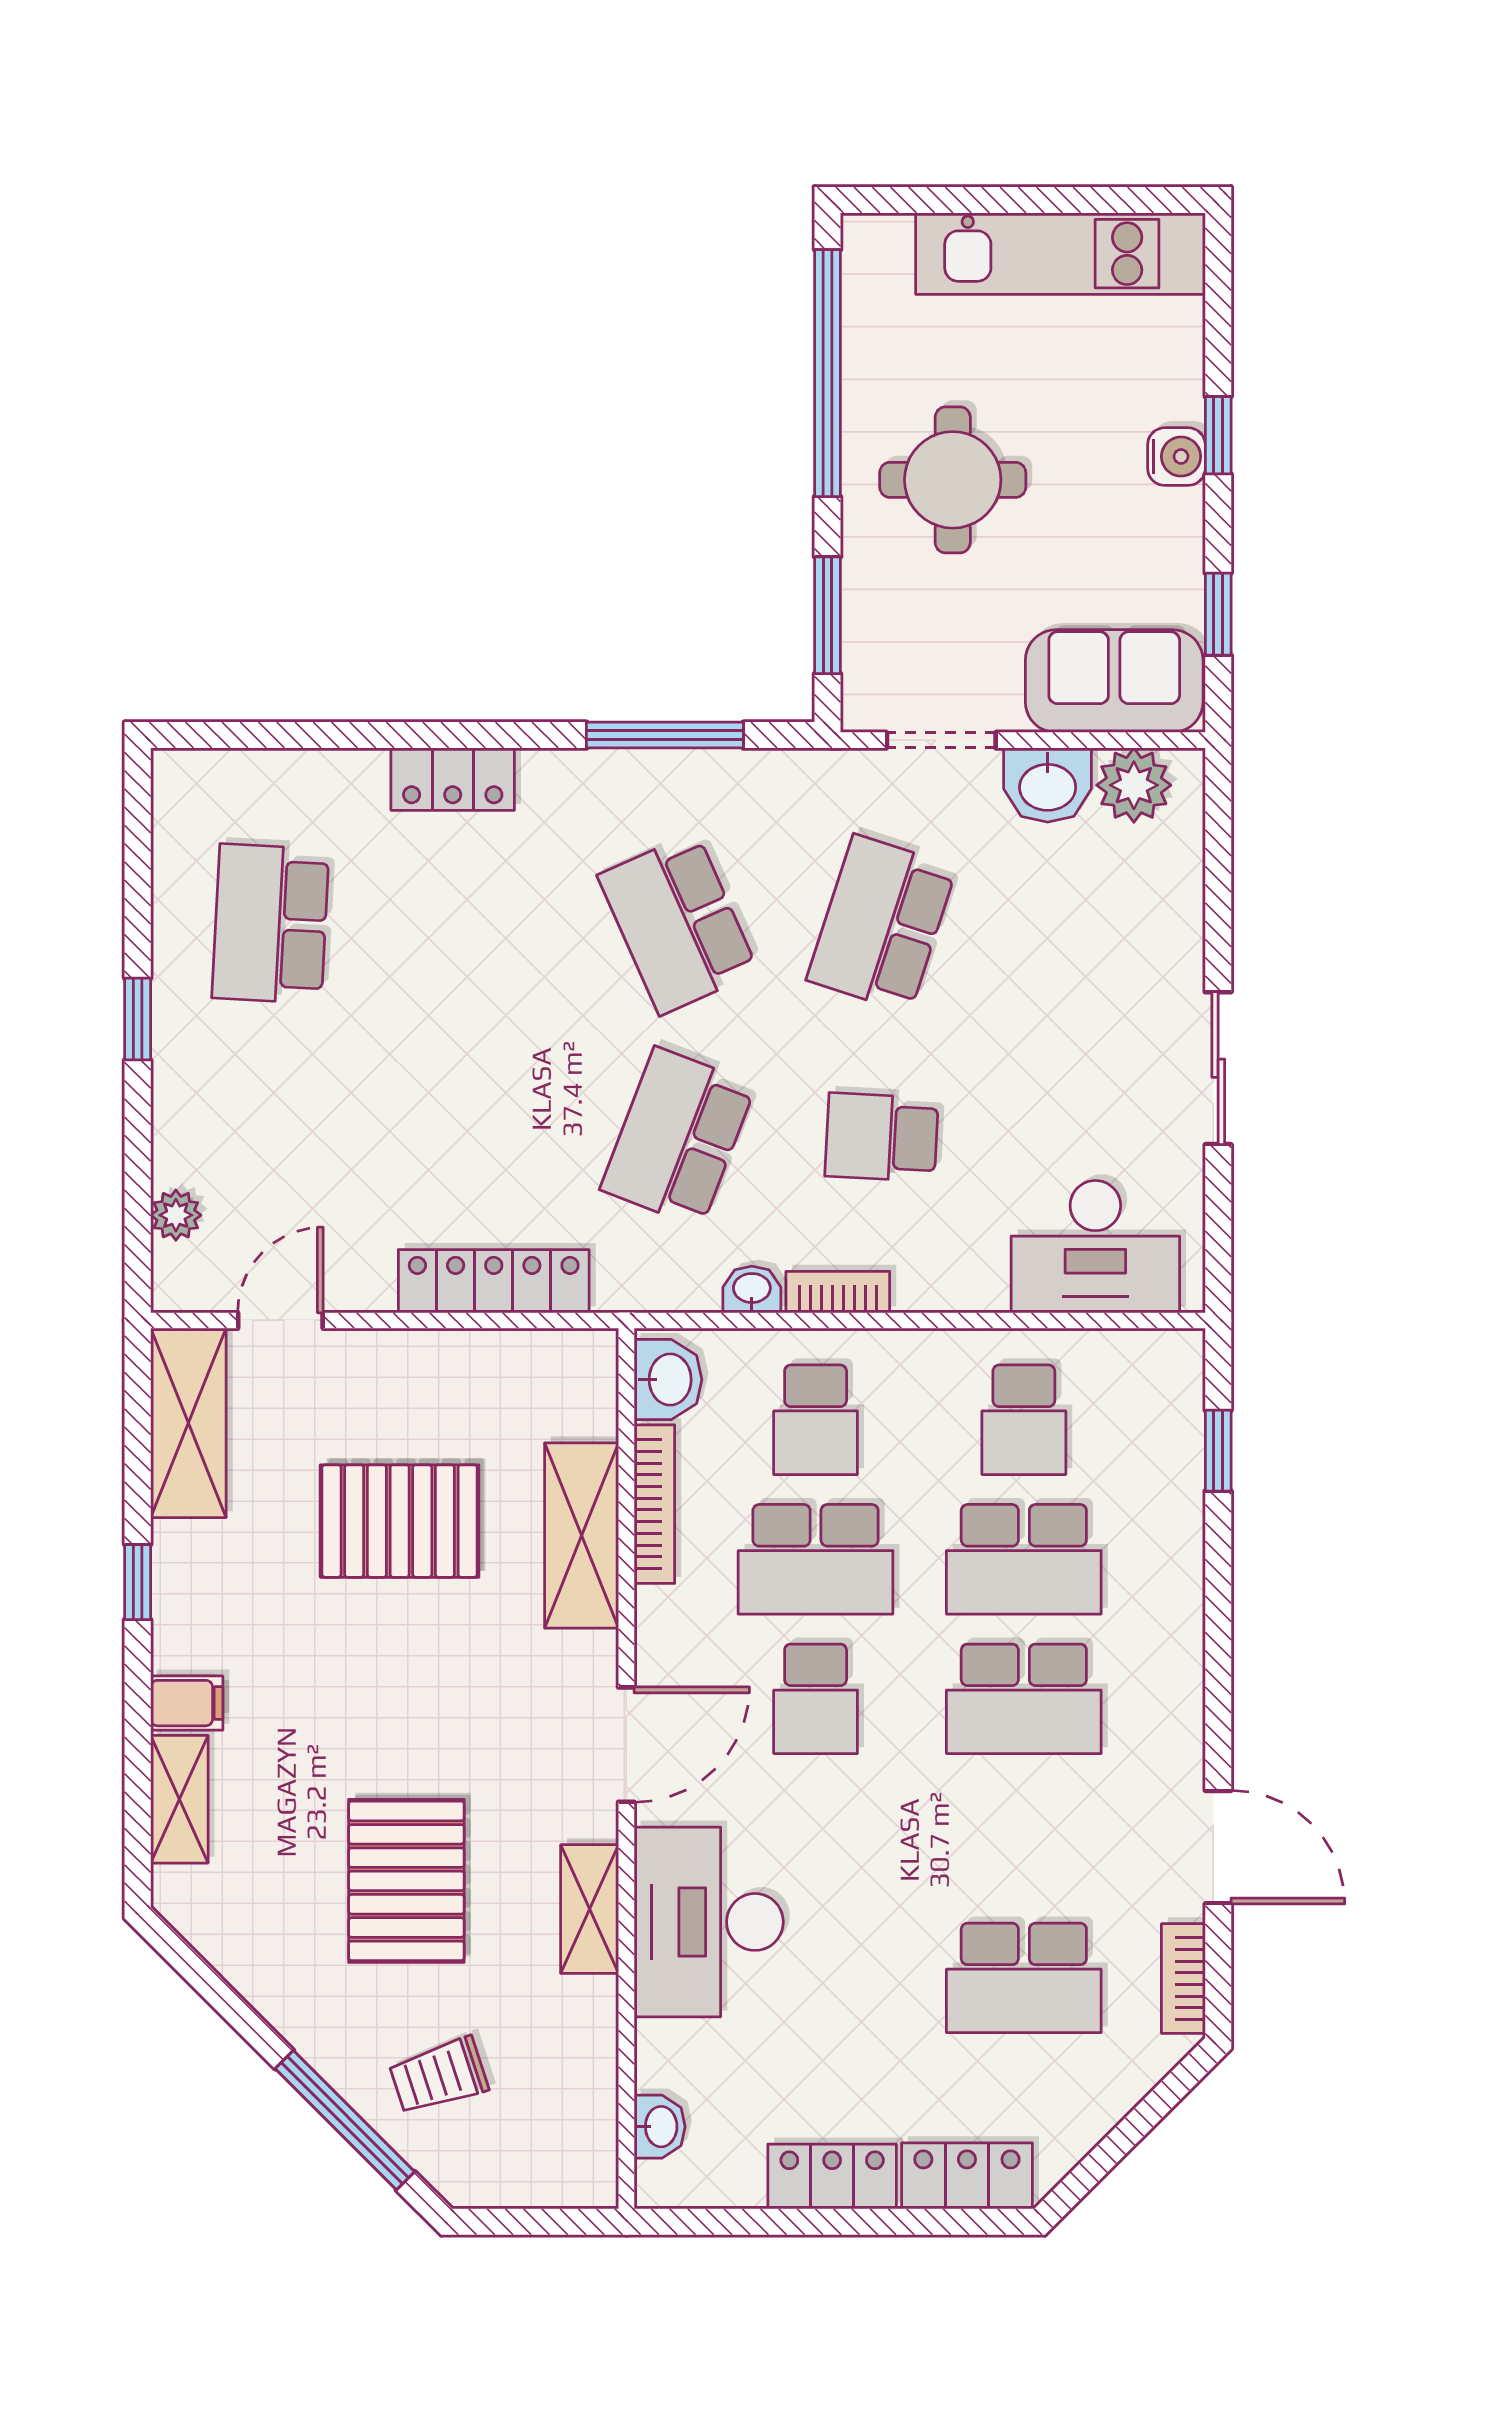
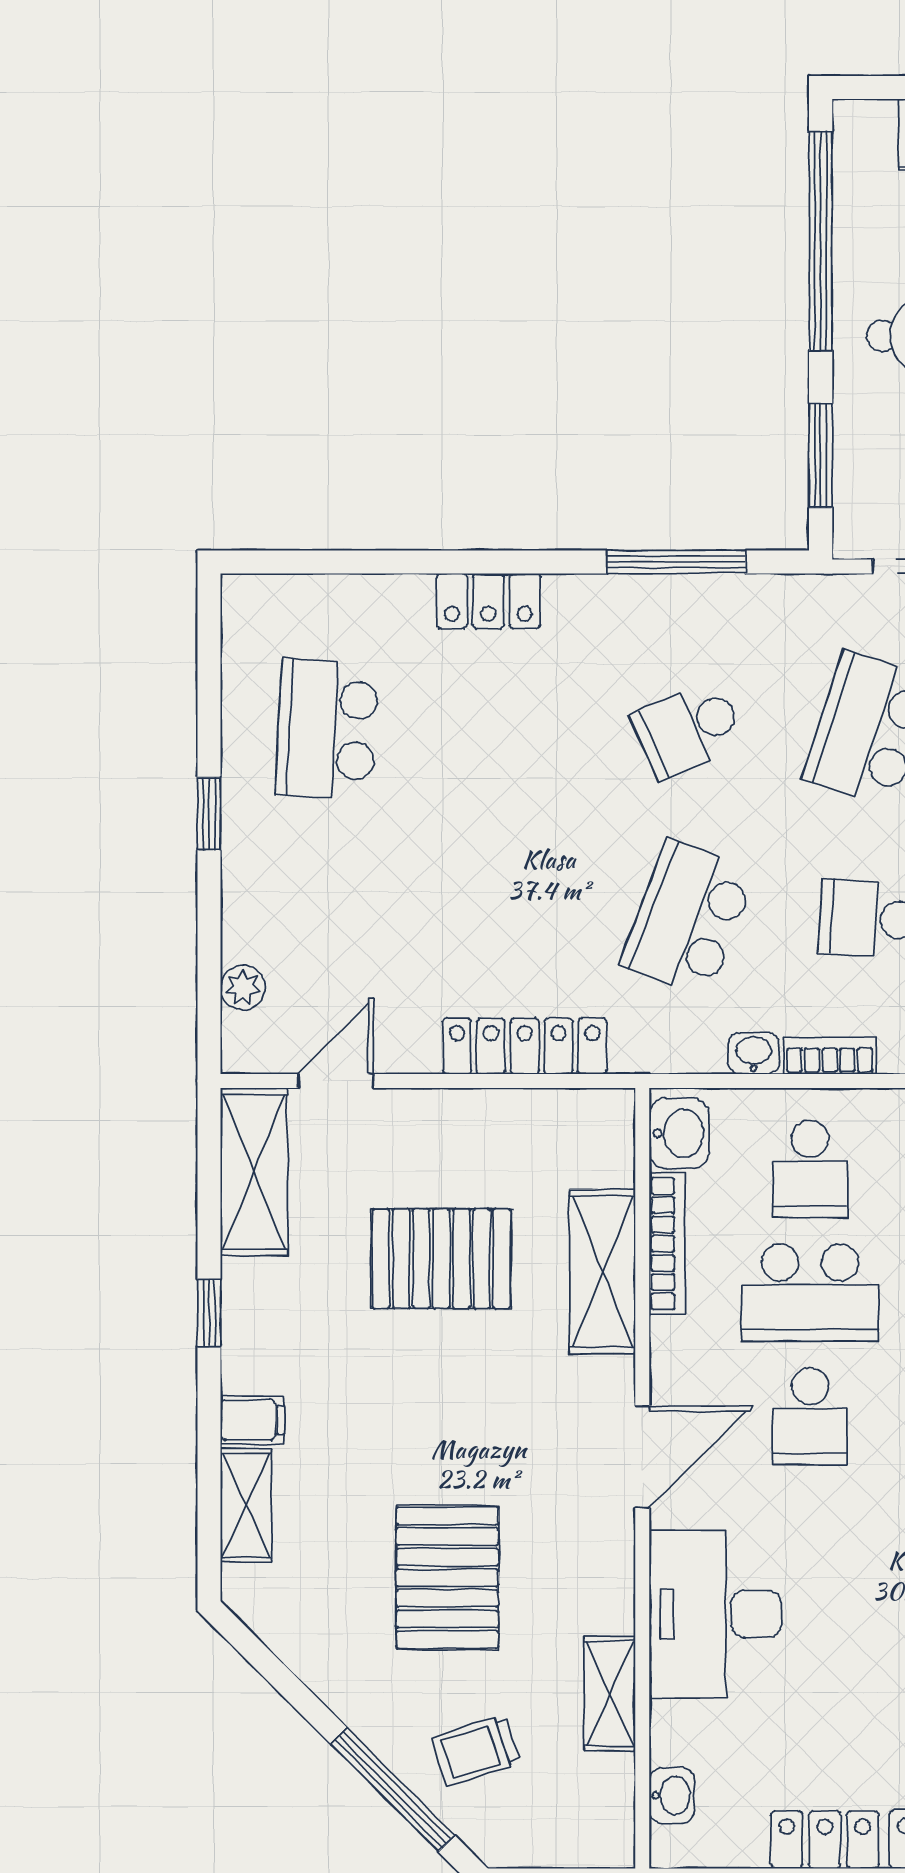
school desk: (678, 924) -> (688, 729), width x0.54
shelving: (590, 1909) -> (610, 1694), moved

